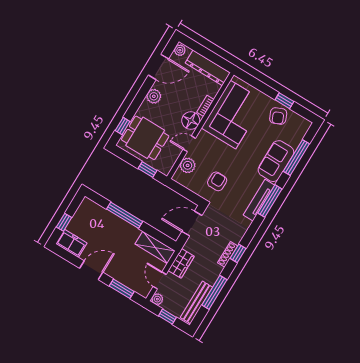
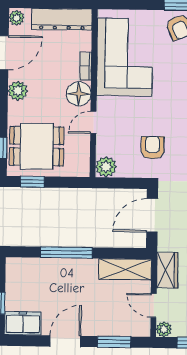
plant: (188, 165) -> (106, 167), moved
window: (147, 170) -> (32, 182), moved

